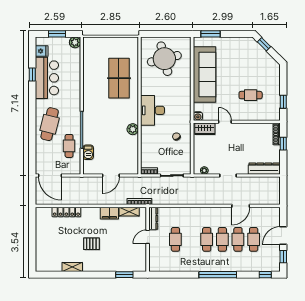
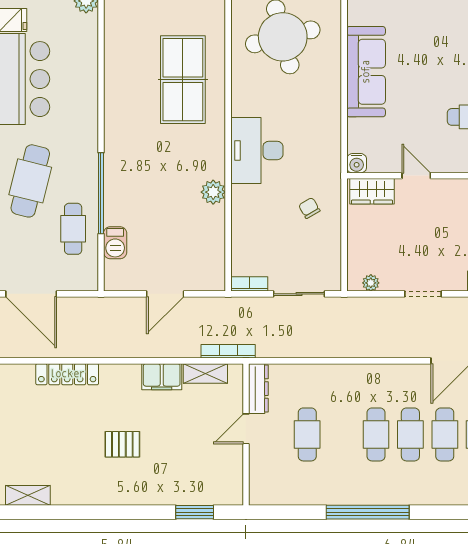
sofa: (205, 75) -> (366, 72), width x0.74, depth x0.79
shelving: (72, 267) -> (28, 495), moved
window: (218, 275) -> (368, 512), moved

